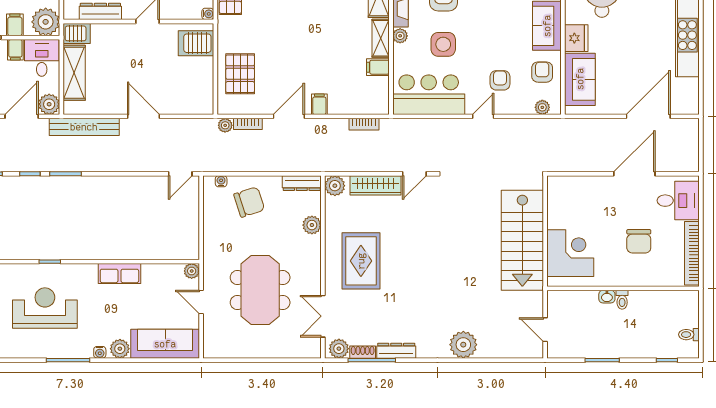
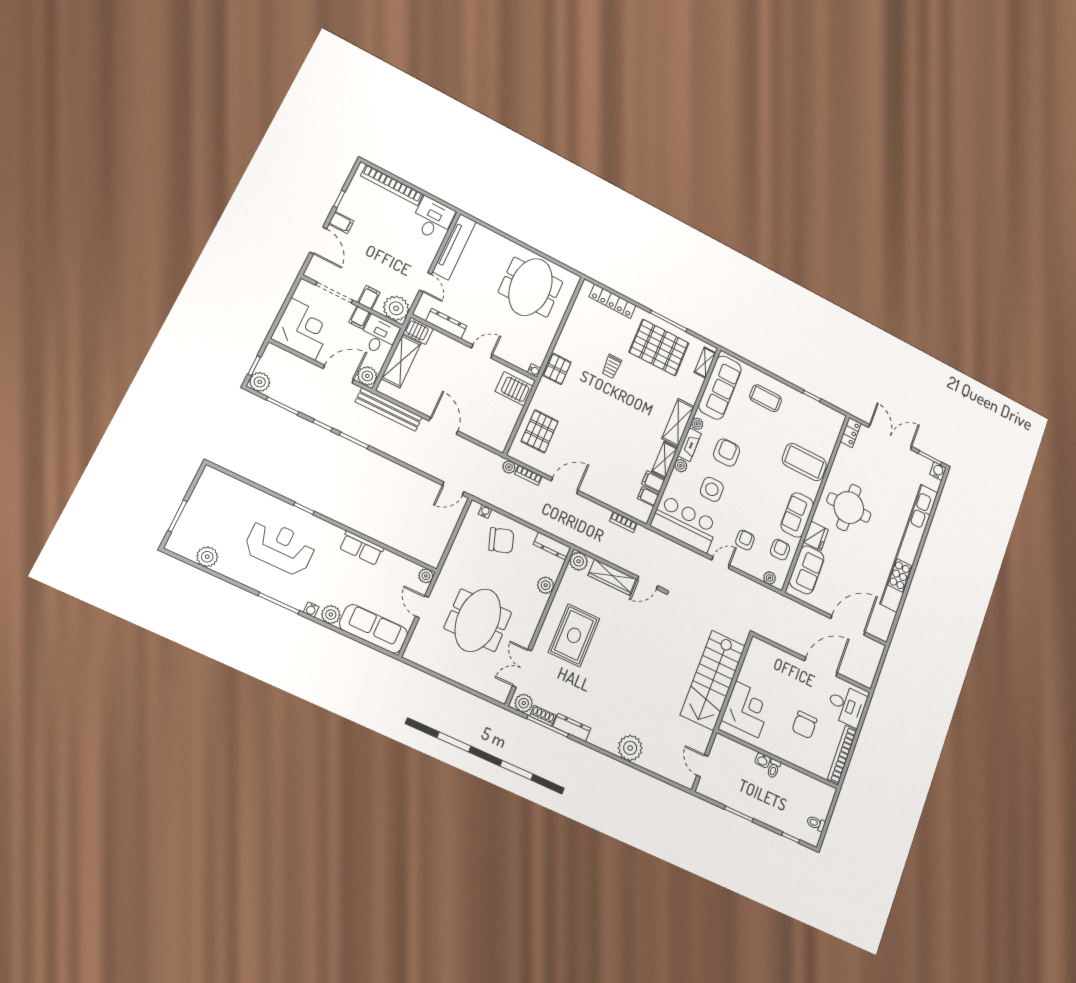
filing cabinet: (319, 104) -> (648, 496), moved, turned -90

